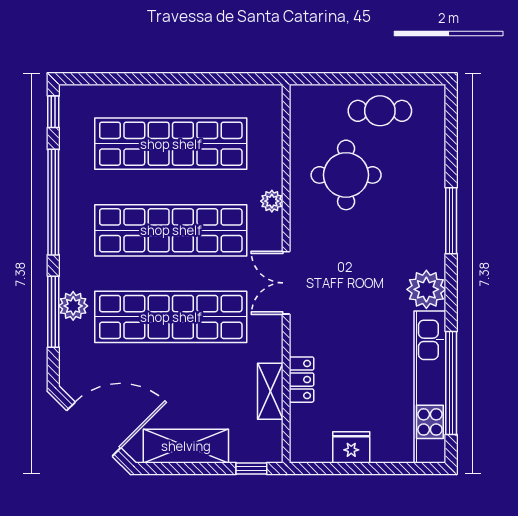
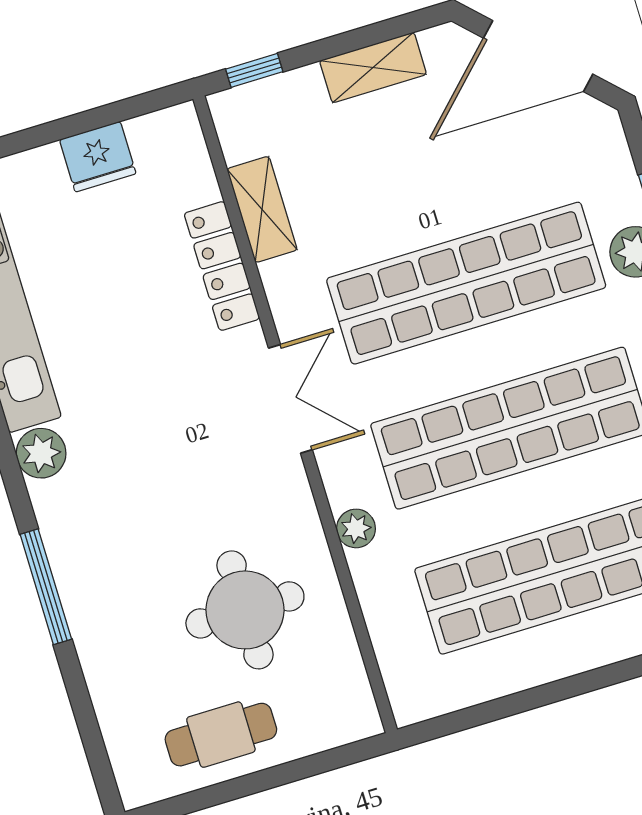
plant: (426, 289) -> (41, 453), width x0.73, depth x0.73
locker: (302, 380) -> (222, 266), width x1.53
shelving: (186, 446) -> (373, 68), width x0.67, depth x0.75

